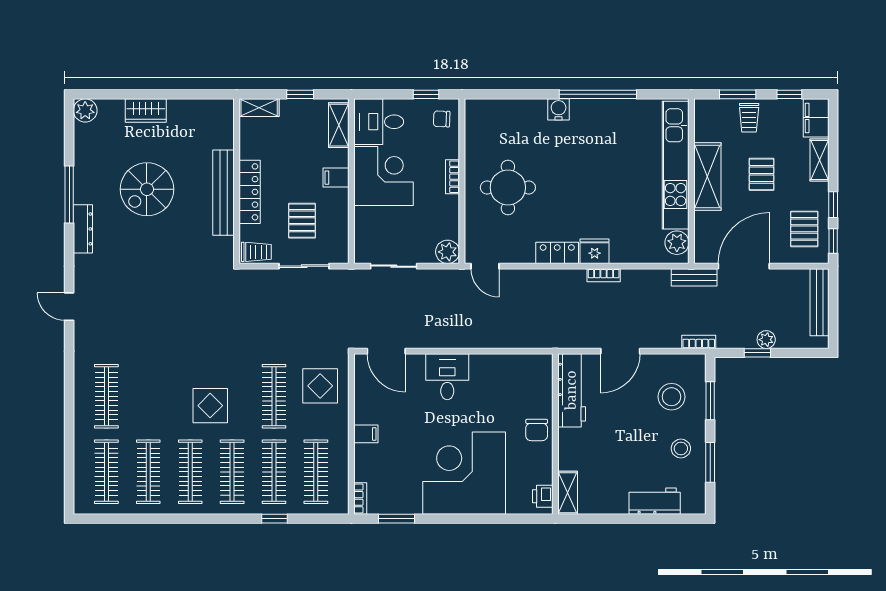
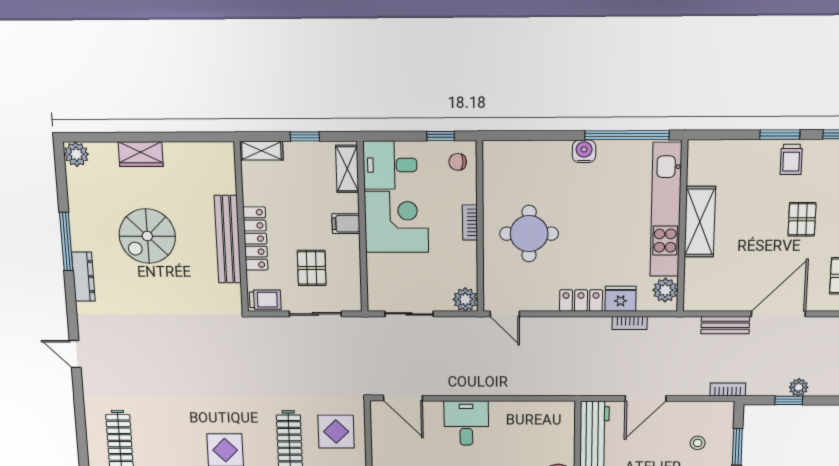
kitchen unit: (676, 165) -> (666, 210), moved
shelving: (707, 176) -> (700, 222), moved
wall: (691, 181) -> (682, 227), moved
plant: (677, 243) -> (665, 290), moved
stool: (671, 397) -> (698, 443), width x0.53, depth x0.53

